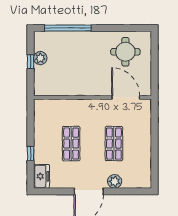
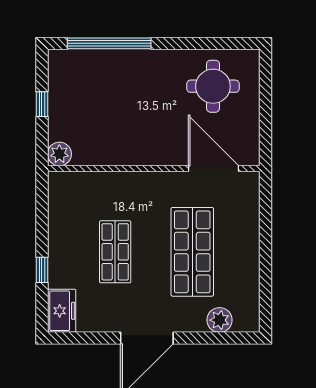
plant: (40, 58) -> (59, 154), moved
shop shelf: (114, 144) -> (192, 252), width x1.43, depth x1.36
plant: (115, 181) -> (220, 320), moved

